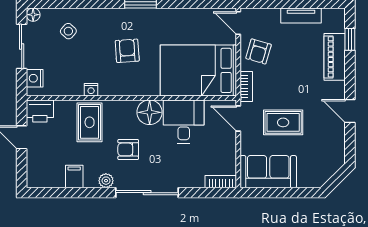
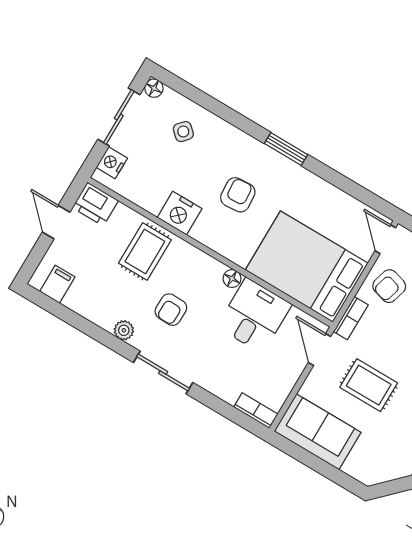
nightstand: (91, 90) -> (180, 213), width x1.89, depth x1.79
floor lamp: (150, 112) -> (232, 279), width x0.53, depth x0.53
armchair: (128, 149) -> (171, 310), turned -89
filing cabinet: (74, 177) -> (57, 284), moved
sliding door: (147, 193) -> (163, 372), width x0.73

